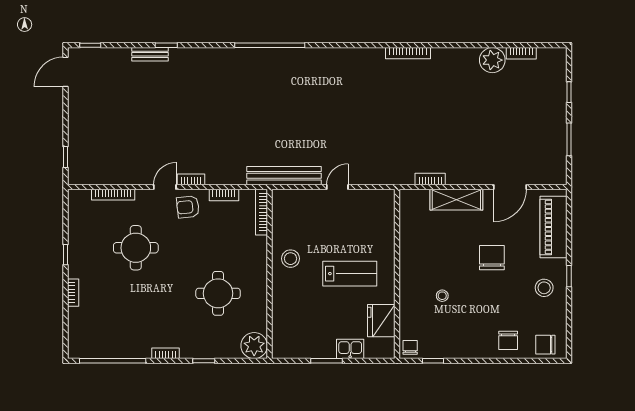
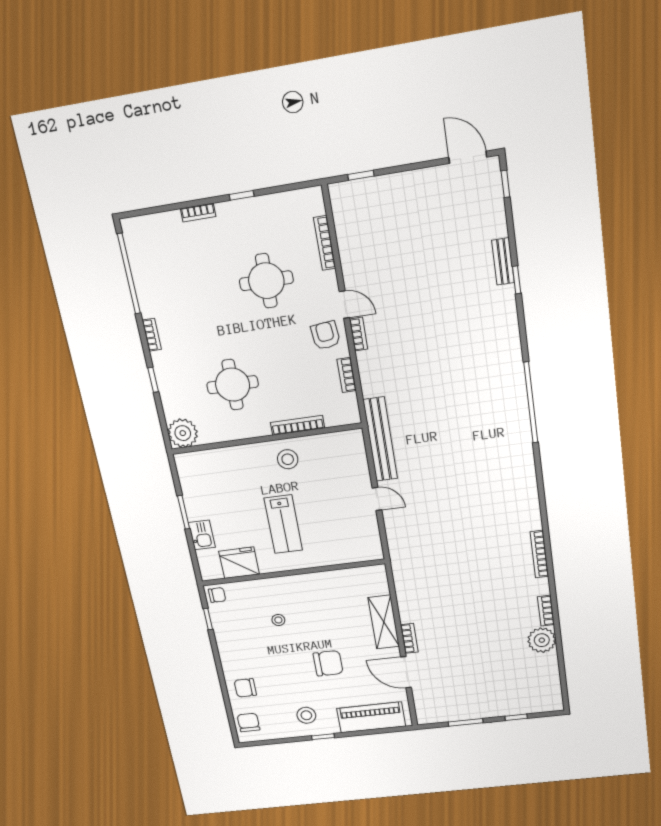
bookcase: (521, 53) -> (546, 611), moved
bookcase: (430, 179) -> (409, 638), moved
bookcase: (261, 212) -> (297, 425), moved

